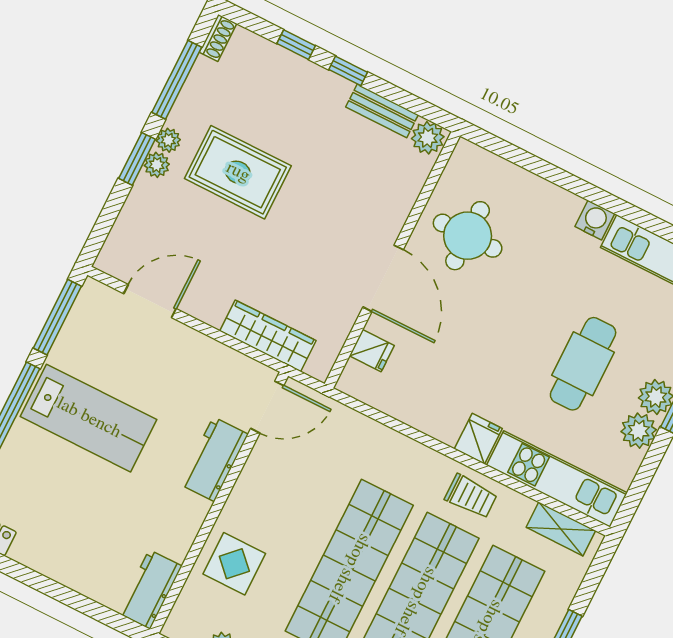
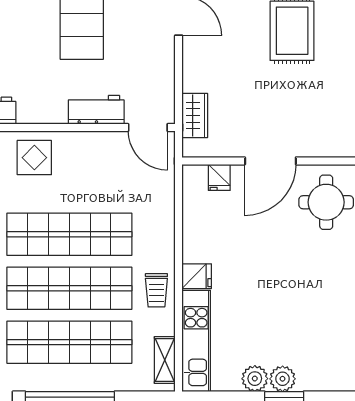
wardrobe: (268, 336) -> (195, 115), width x0.67
cafe table: (583, 364) -> (280, 320), removed

